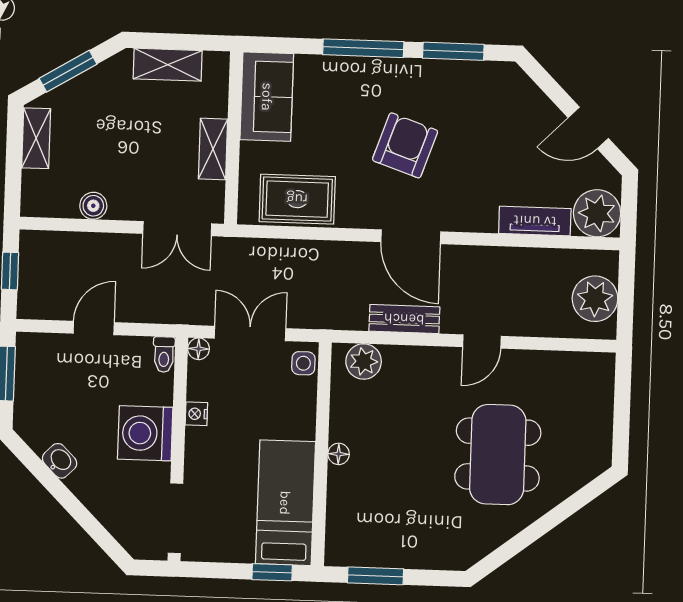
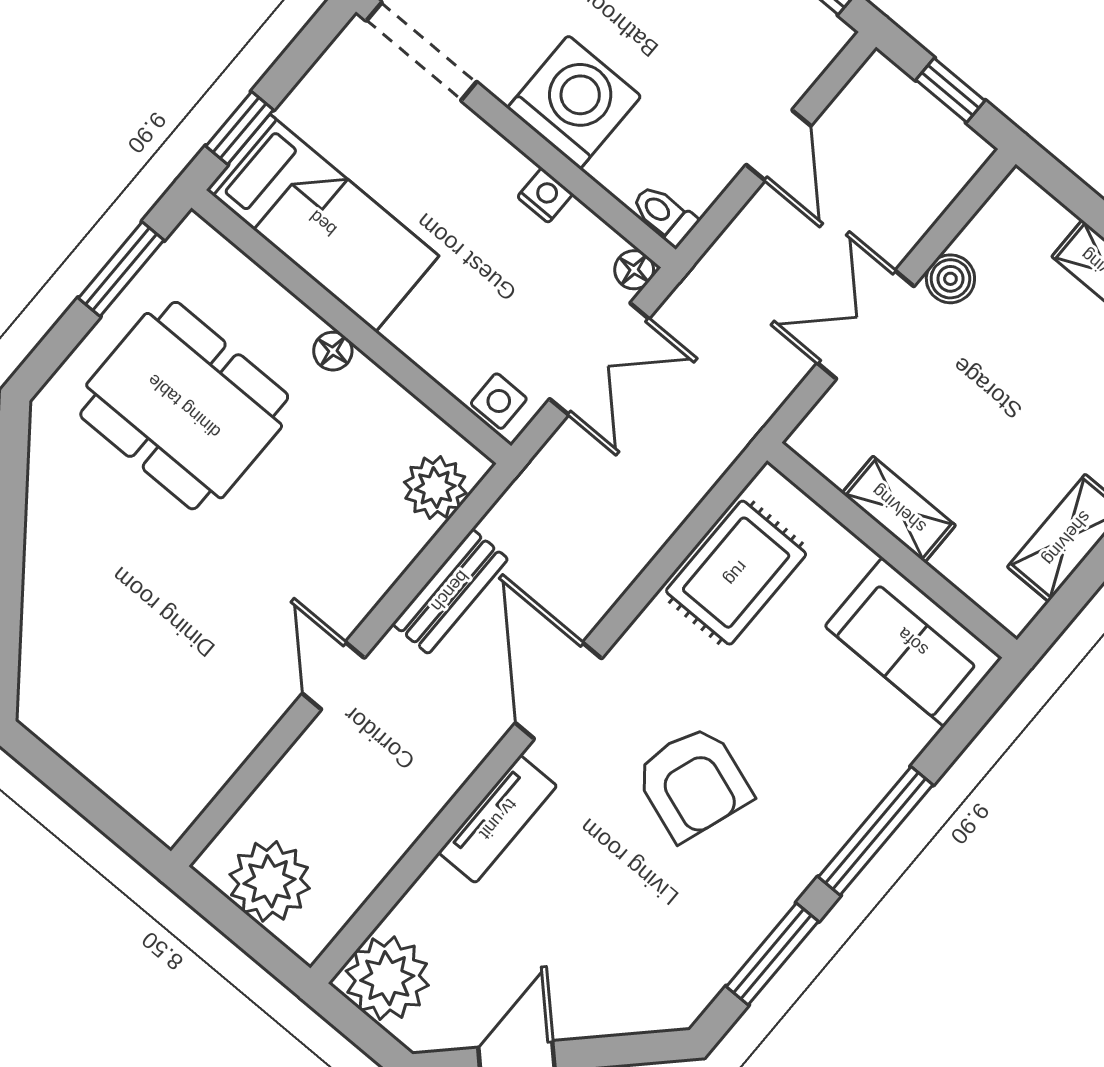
tv unit: (535, 221) -> (498, 819), moved
double door: (177, 229) -> (866, 325), moved
door: (411, 237) -> (559, 691), hinge flipped
dining table: (498, 455) -> (184, 406), moved

